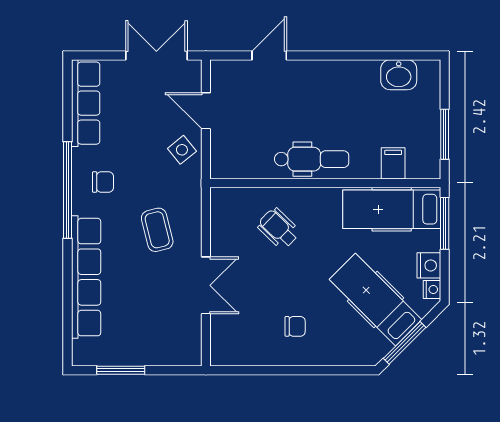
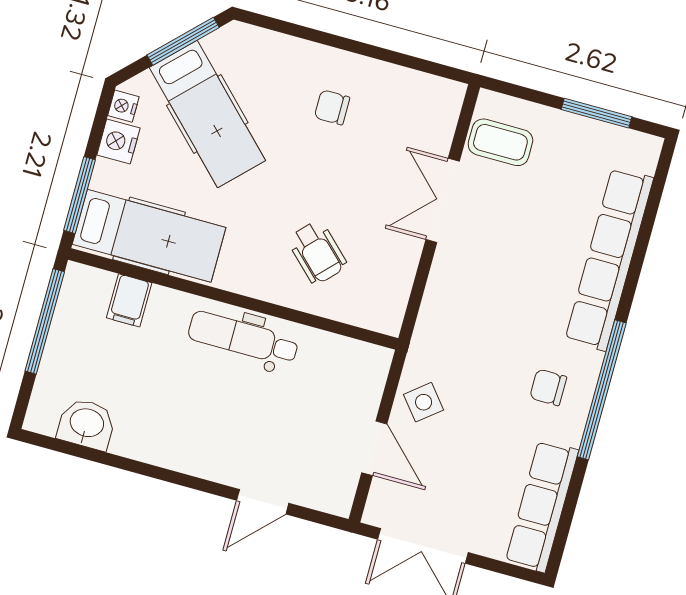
window: (445, 134) -> (45, 321), width x1.44
coffee table: (157, 230) -> (500, 142), moved, turned -76

